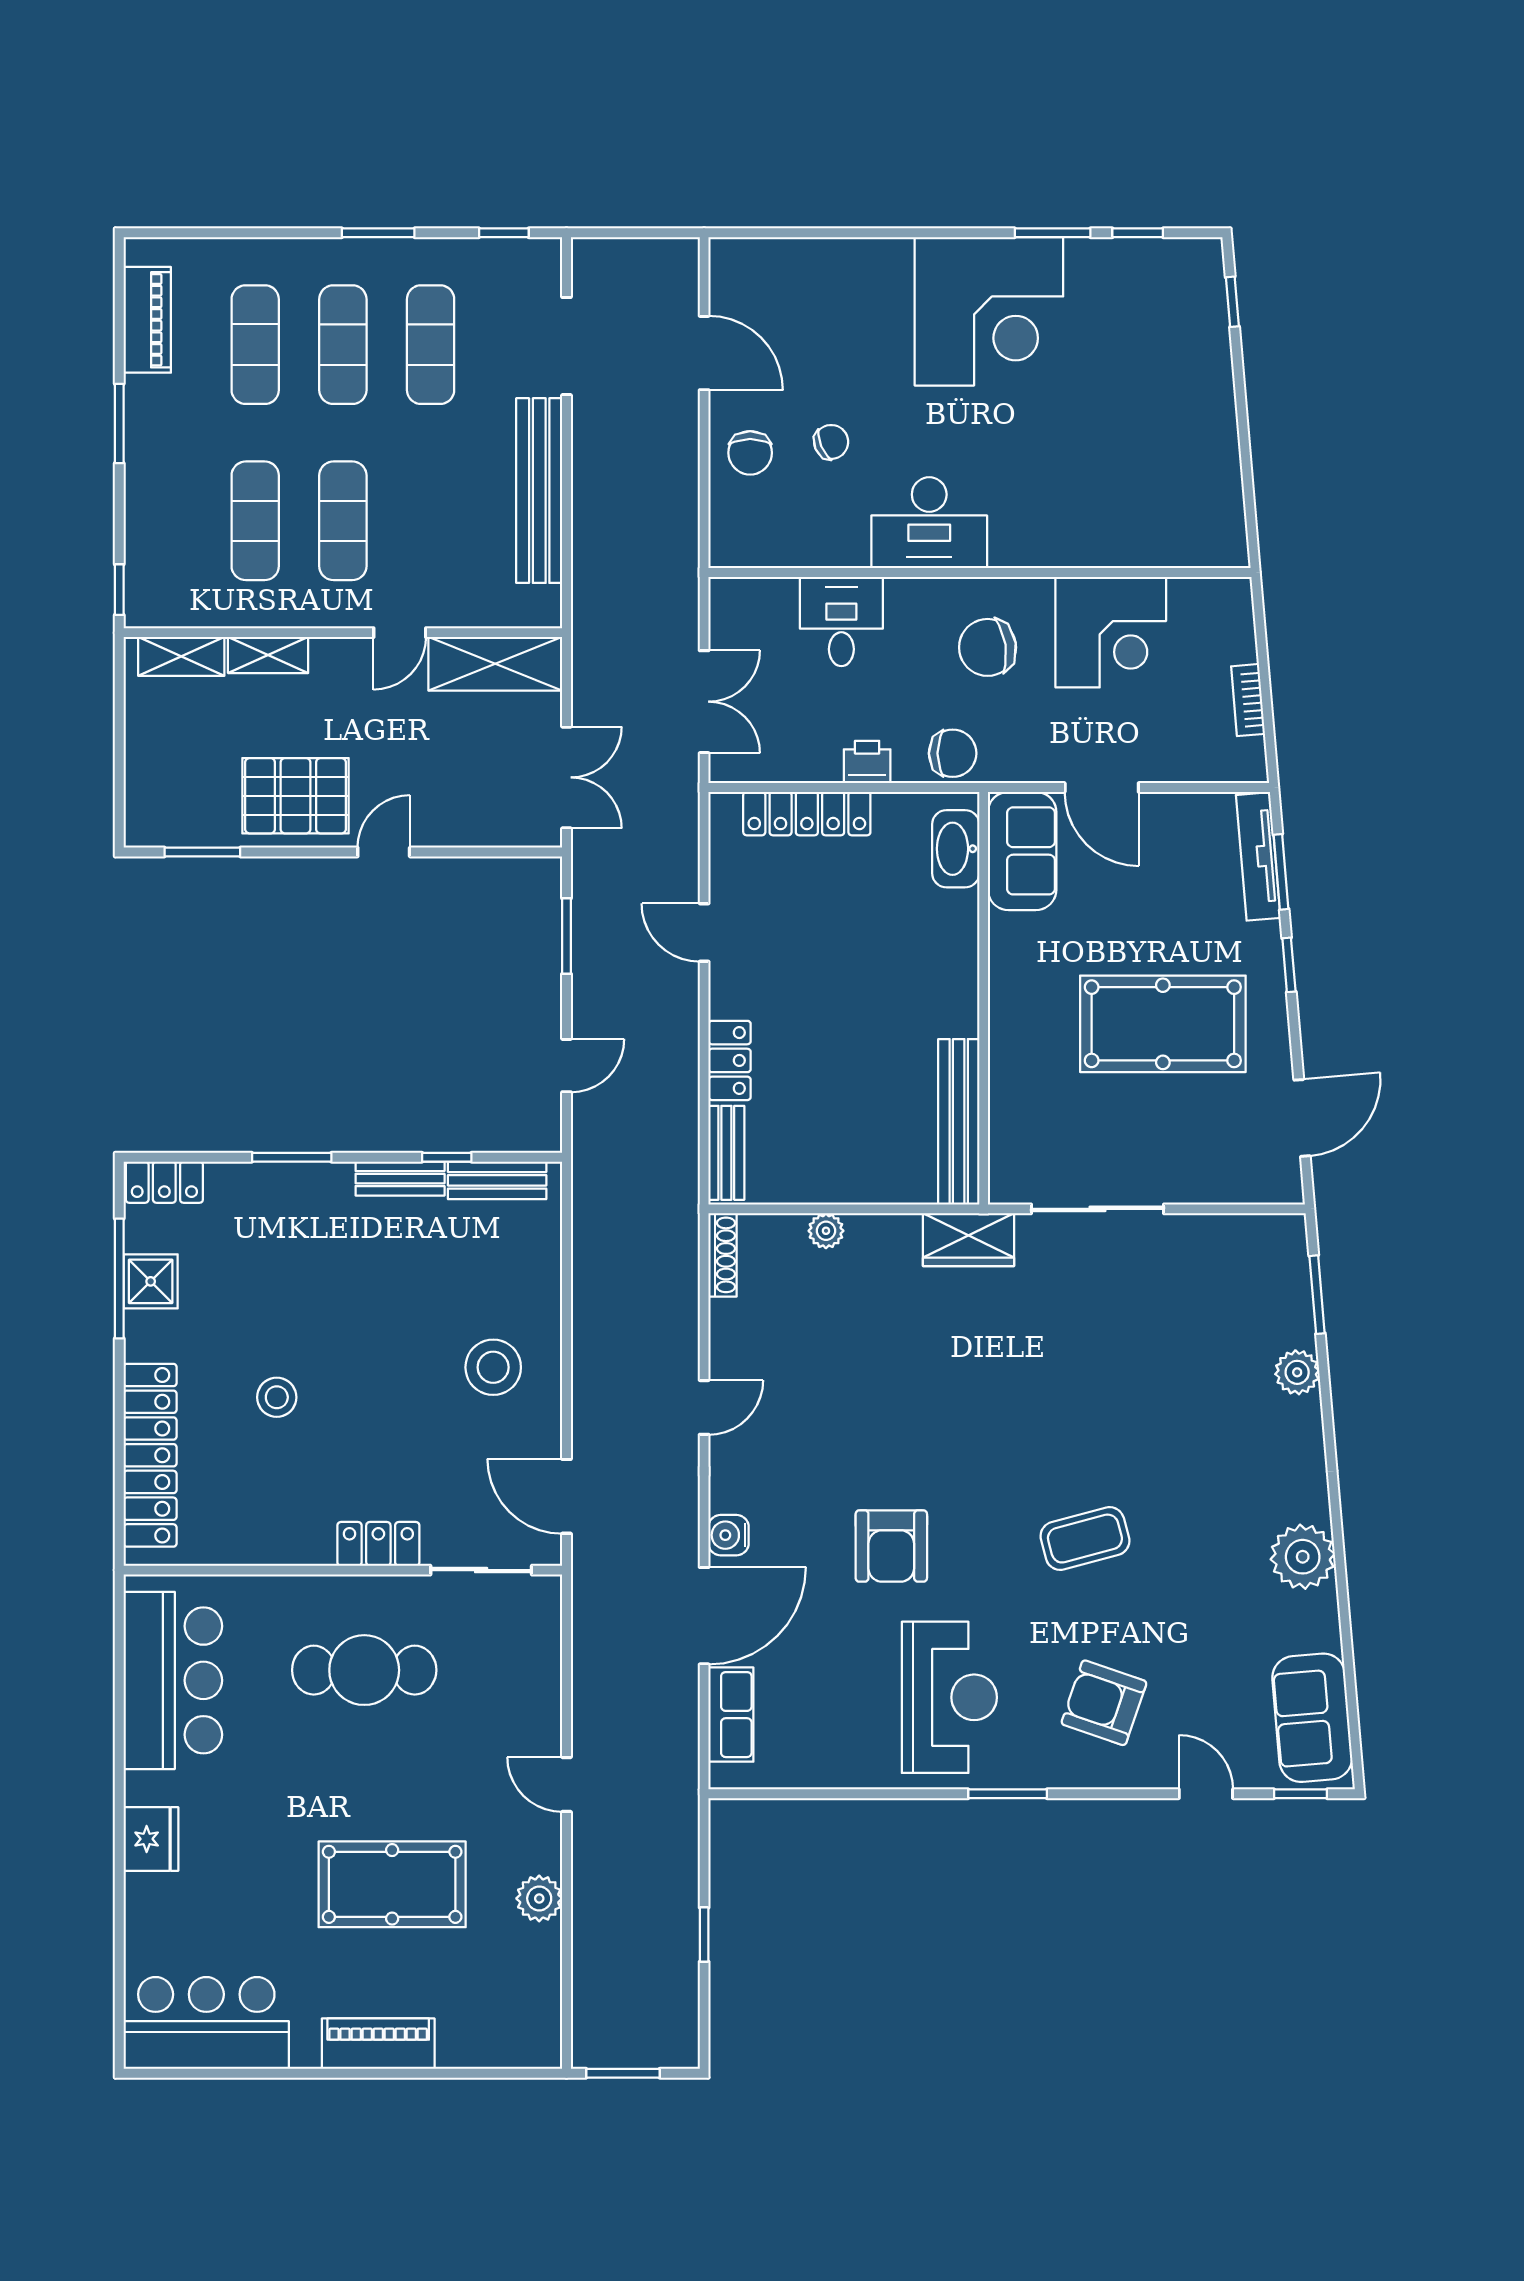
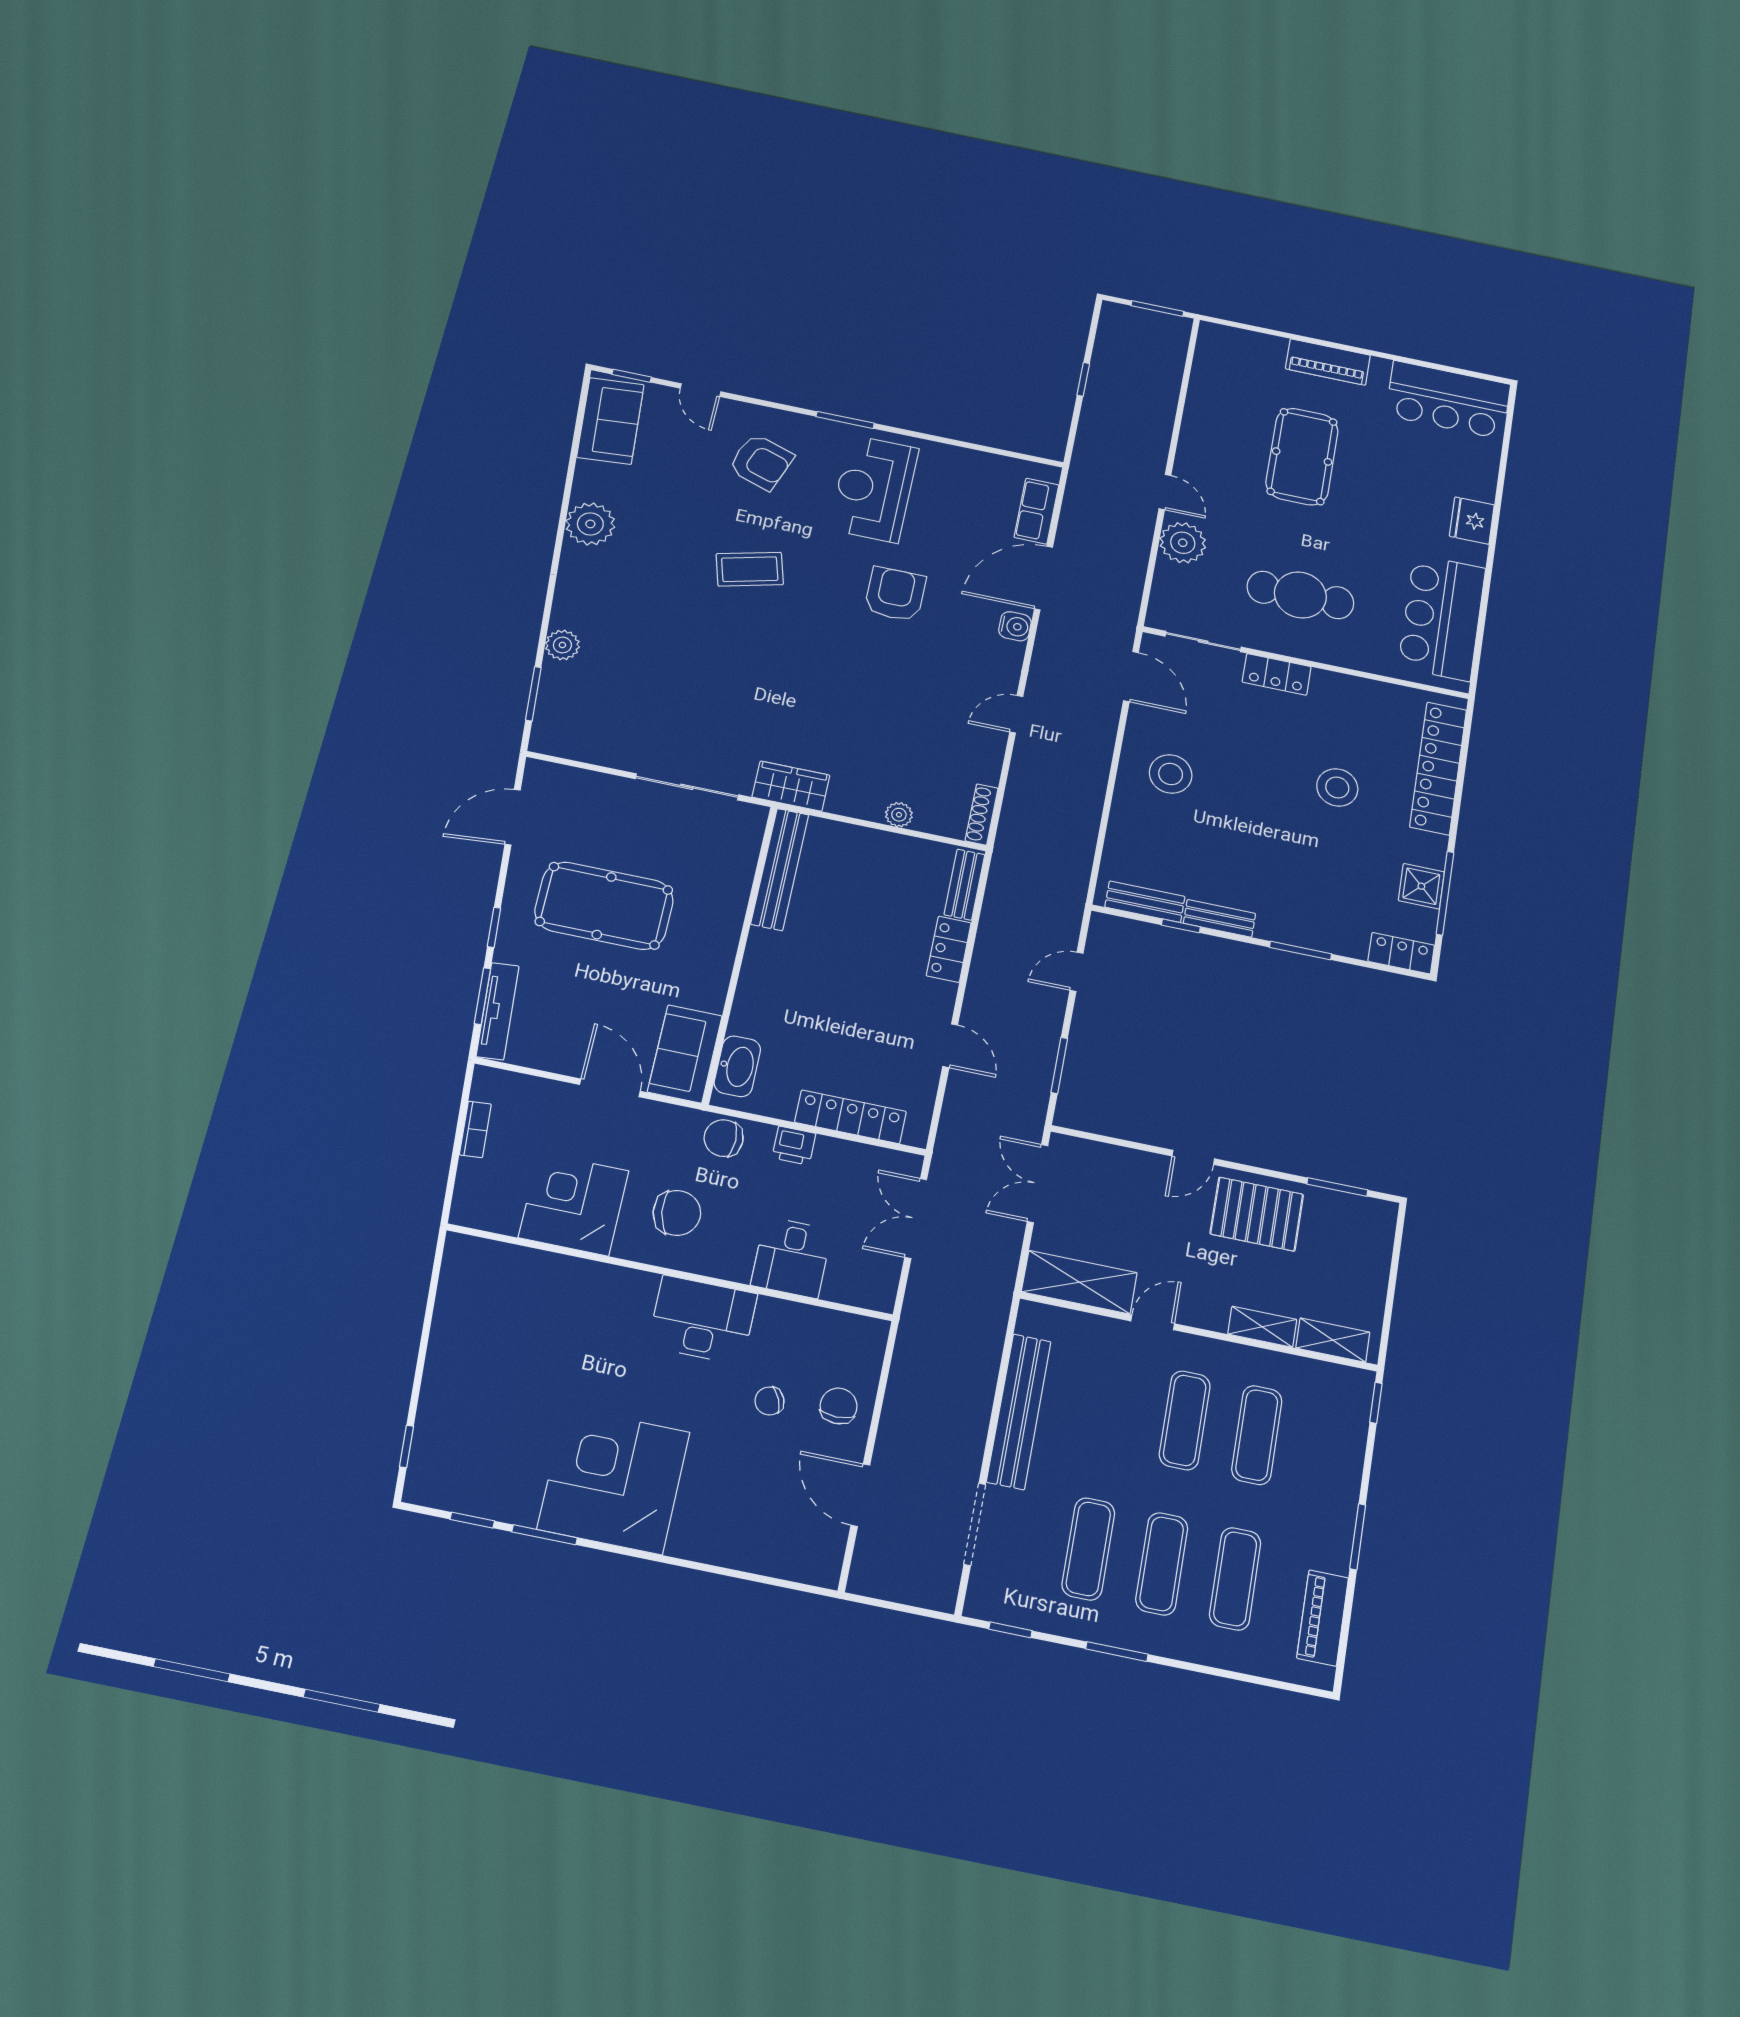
stool: (277, 1397) -> (1337, 787), width x1.38, depth x1.38
pool table: (392, 1884) -> (1302, 456), turned 90
plant: (539, 1898) -> (1183, 543), moved, width x1.36, depth x1.36

